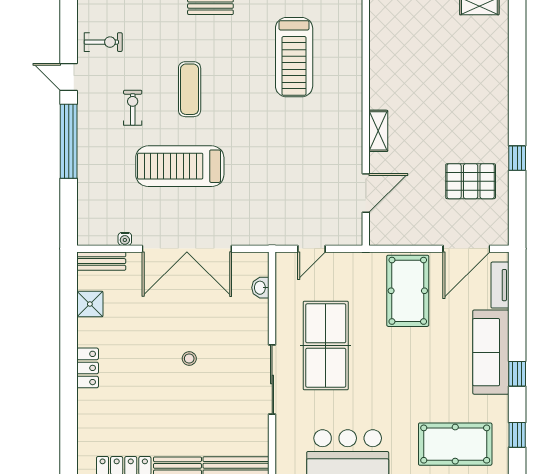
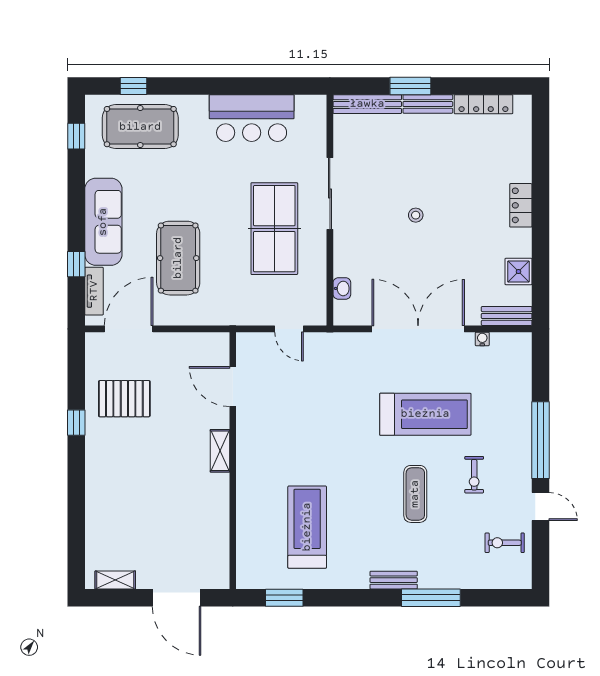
door: (366, 193) -> (233, 386), hinge flipped
door: (311, 249) -> (289, 329), swing flipped
pool table: (408, 291) -> (178, 258), moved
window: (517, 374) -> (76, 264), moved

